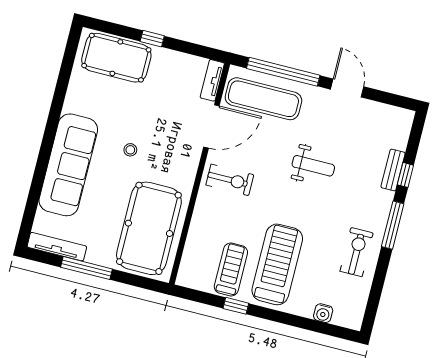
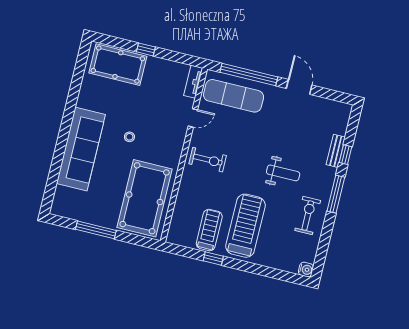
door: (211, 126) -> (193, 118), width x0.53
weight bench: (313, 166) -> (283, 173), moved
tv unit: (57, 247) -> (72, 213), removed
water cooler: (323, 313) -> (306, 270), moved, turned -90

